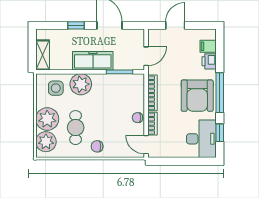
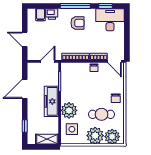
window: (76, 25) -> (25, 126), moved
door: (146, 56) -> (48, 61), hinge flipped
armchair: (197, 96) -> (78, 23), width x0.53, depth x0.53
door: (146, 145) -> (114, 61), hinge flipped

